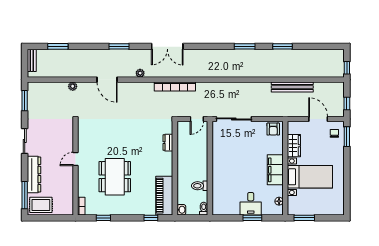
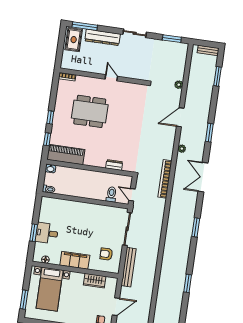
window: (245, 46) -> (196, 227), moved
bench: (292, 87) -> (129, 267), moved
armchair: (273, 129) -> (106, 254), moved
bed with nightstands: (310, 177) -> (50, 289), moved
toilet: (200, 186) -> (111, 194), moved
window: (103, 218) -> (50, 117), moved
window: (304, 218) -> (24, 300), moved

